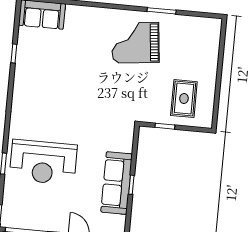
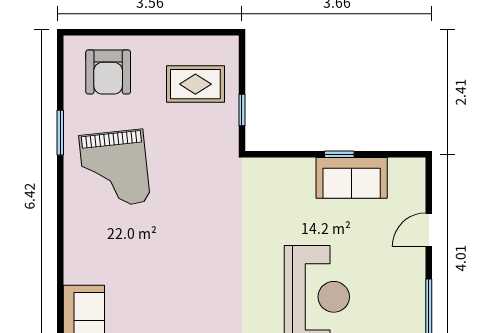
armchair: (197, 44) -> (108, 72), added
sofa: (117, 183) -> (352, 178), width x0.73

